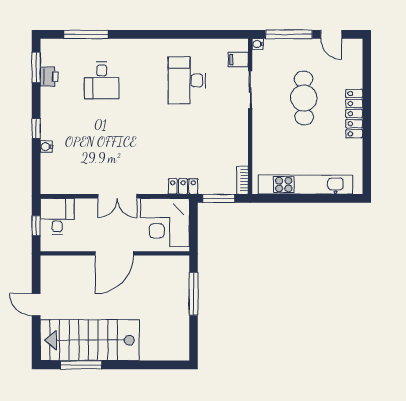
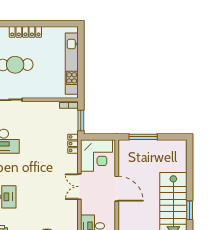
double door: (117, 196) -> (79, 187), swing flipped
window: (81, 365) -> (190, 210), width x0.69

